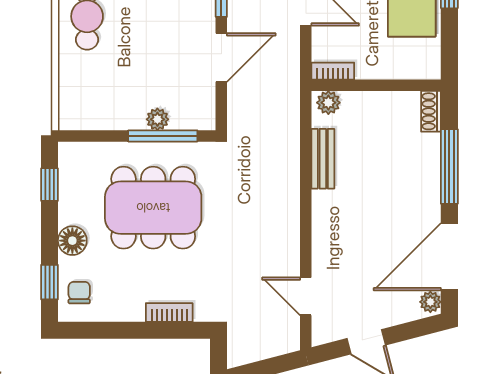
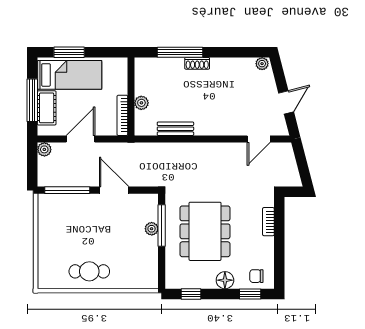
bookcase: (333, 71) -> (122, 115), width x1.56
plant: (328, 103) -> (141, 103), moved
shoe rack: (431, 111) -> (197, 63), moved
door: (449, 257) -> (235, 52), removed

